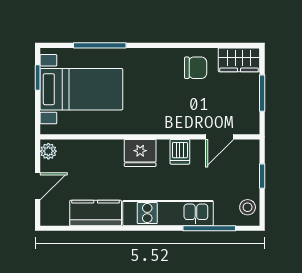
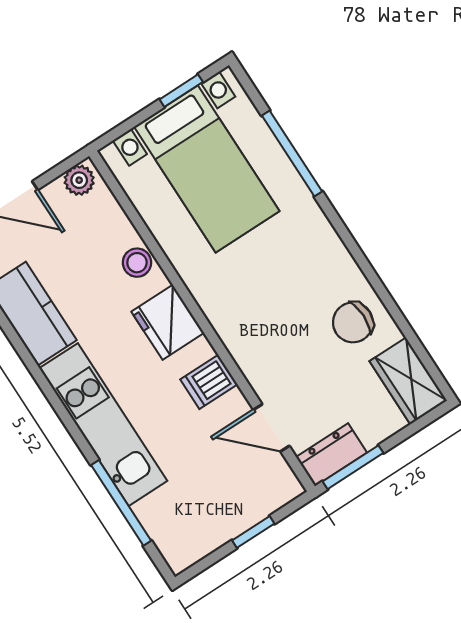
chair: (196, 68) -> (353, 322), turned 90
window: (262, 93) -> (353, 467), moved
dresser: (250, 117) -> (331, 455), added
stool: (248, 207) -> (137, 263), moved

